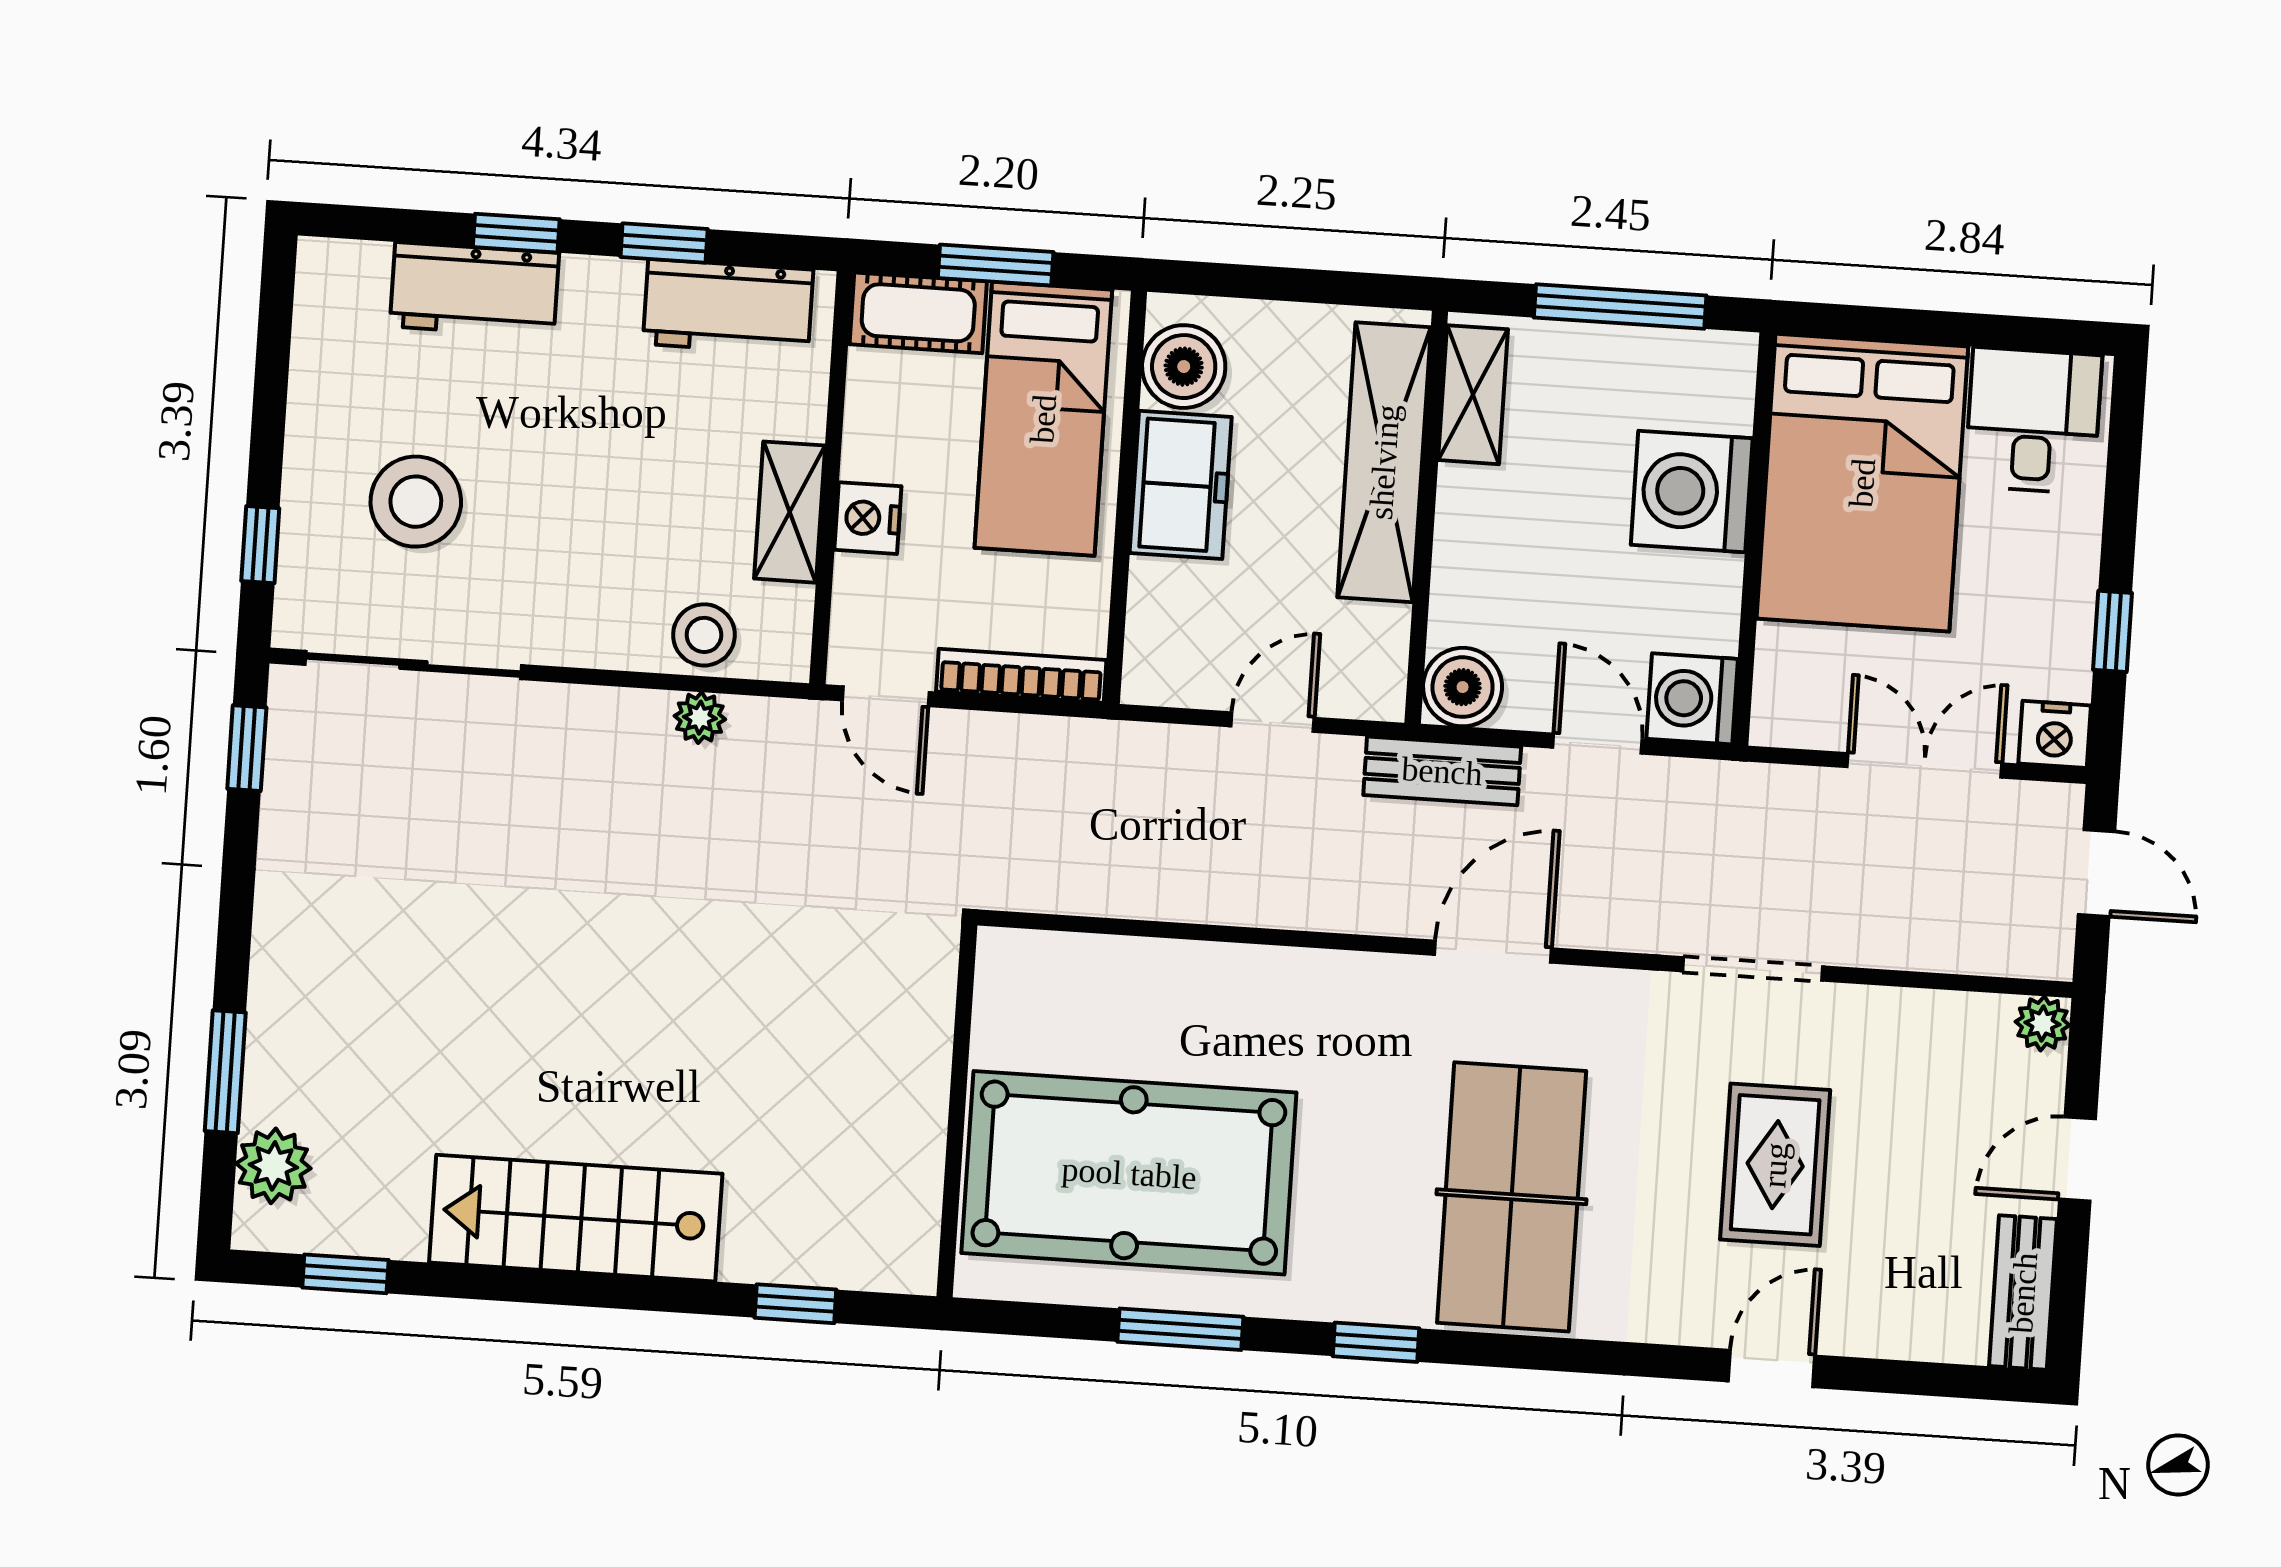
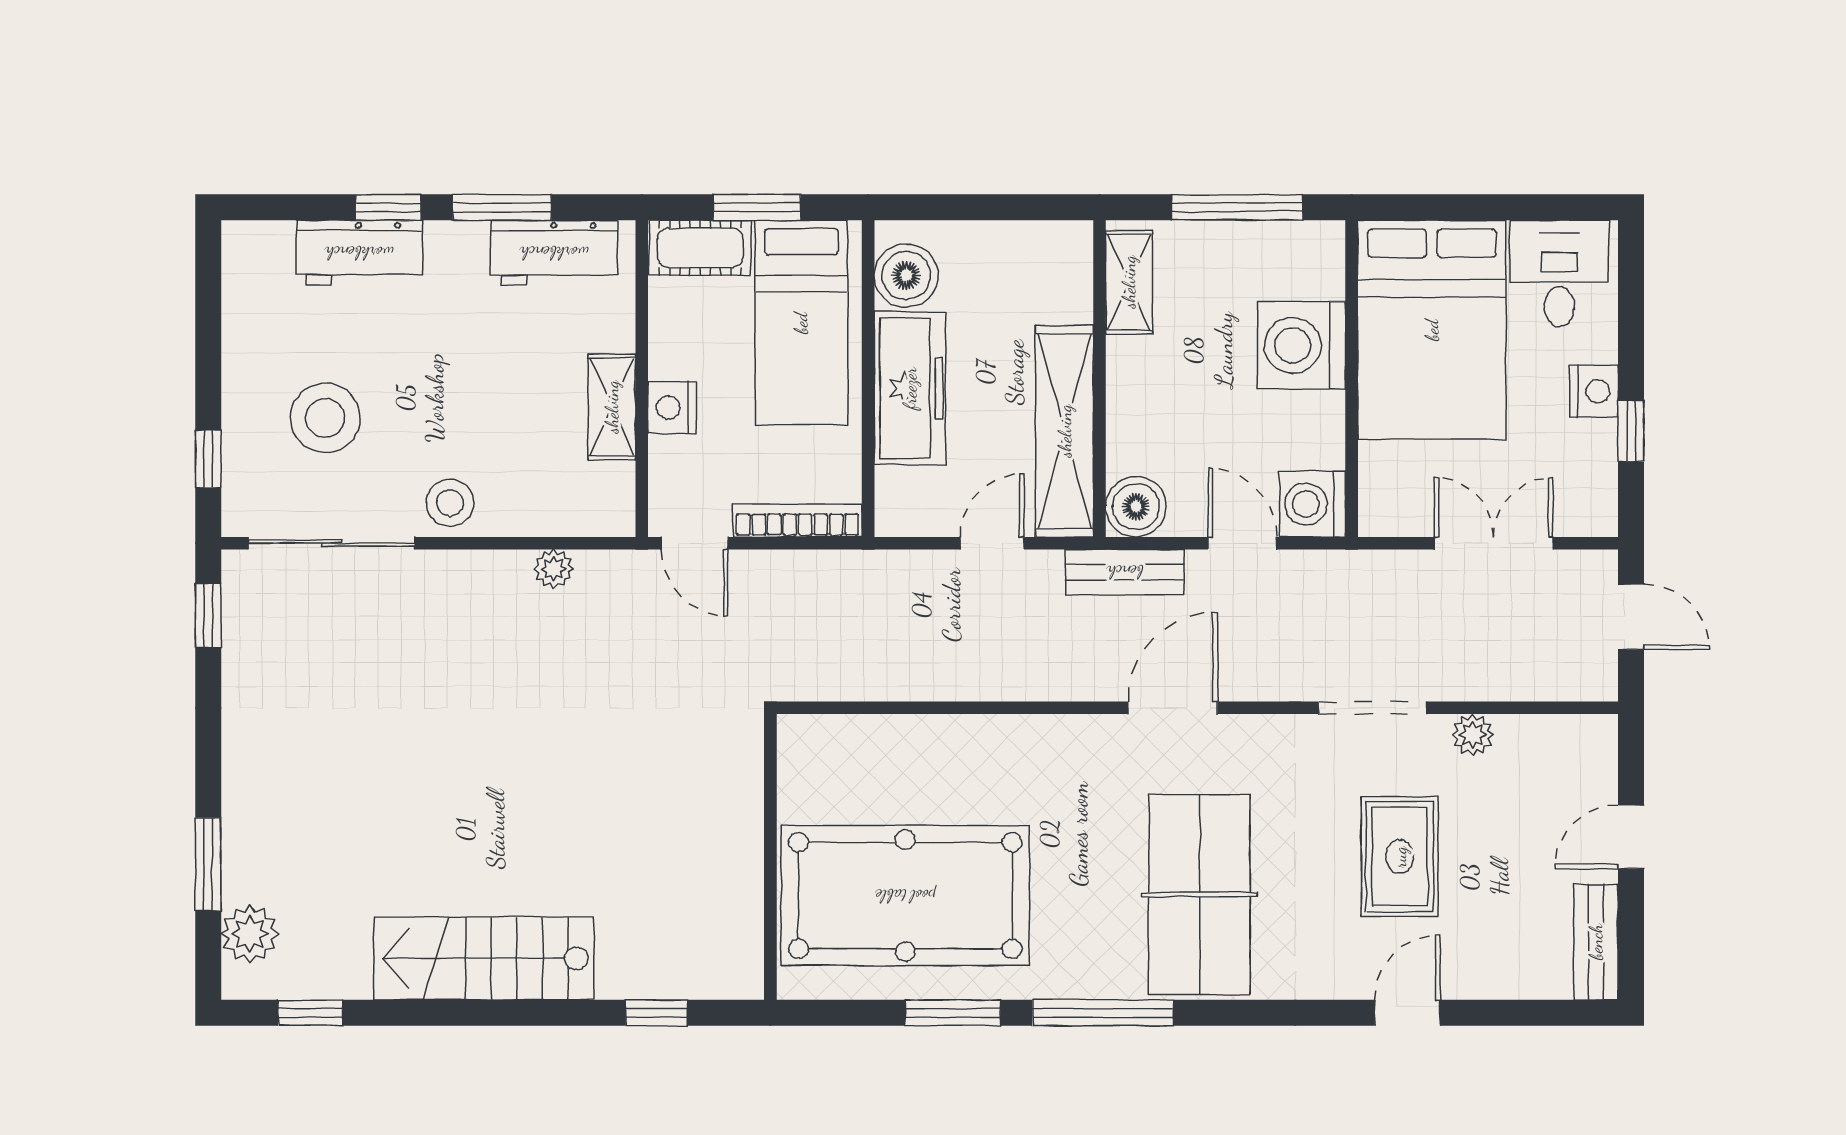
window: (664, 243) -> (502, 207), width x1.50
shelving: (1384, 462) -> (1065, 431), moved
freezer: (1181, 485) -> (910, 388), width x1.40
stool: (704, 635) -> (450, 503), moved
nightstand: (2055, 734) -> (1594, 391), moved, turned -90
plant: (2042, 1023) -> (1473, 735), moved
window: (1376, 1342) -> (1103, 1013), width x2.17

